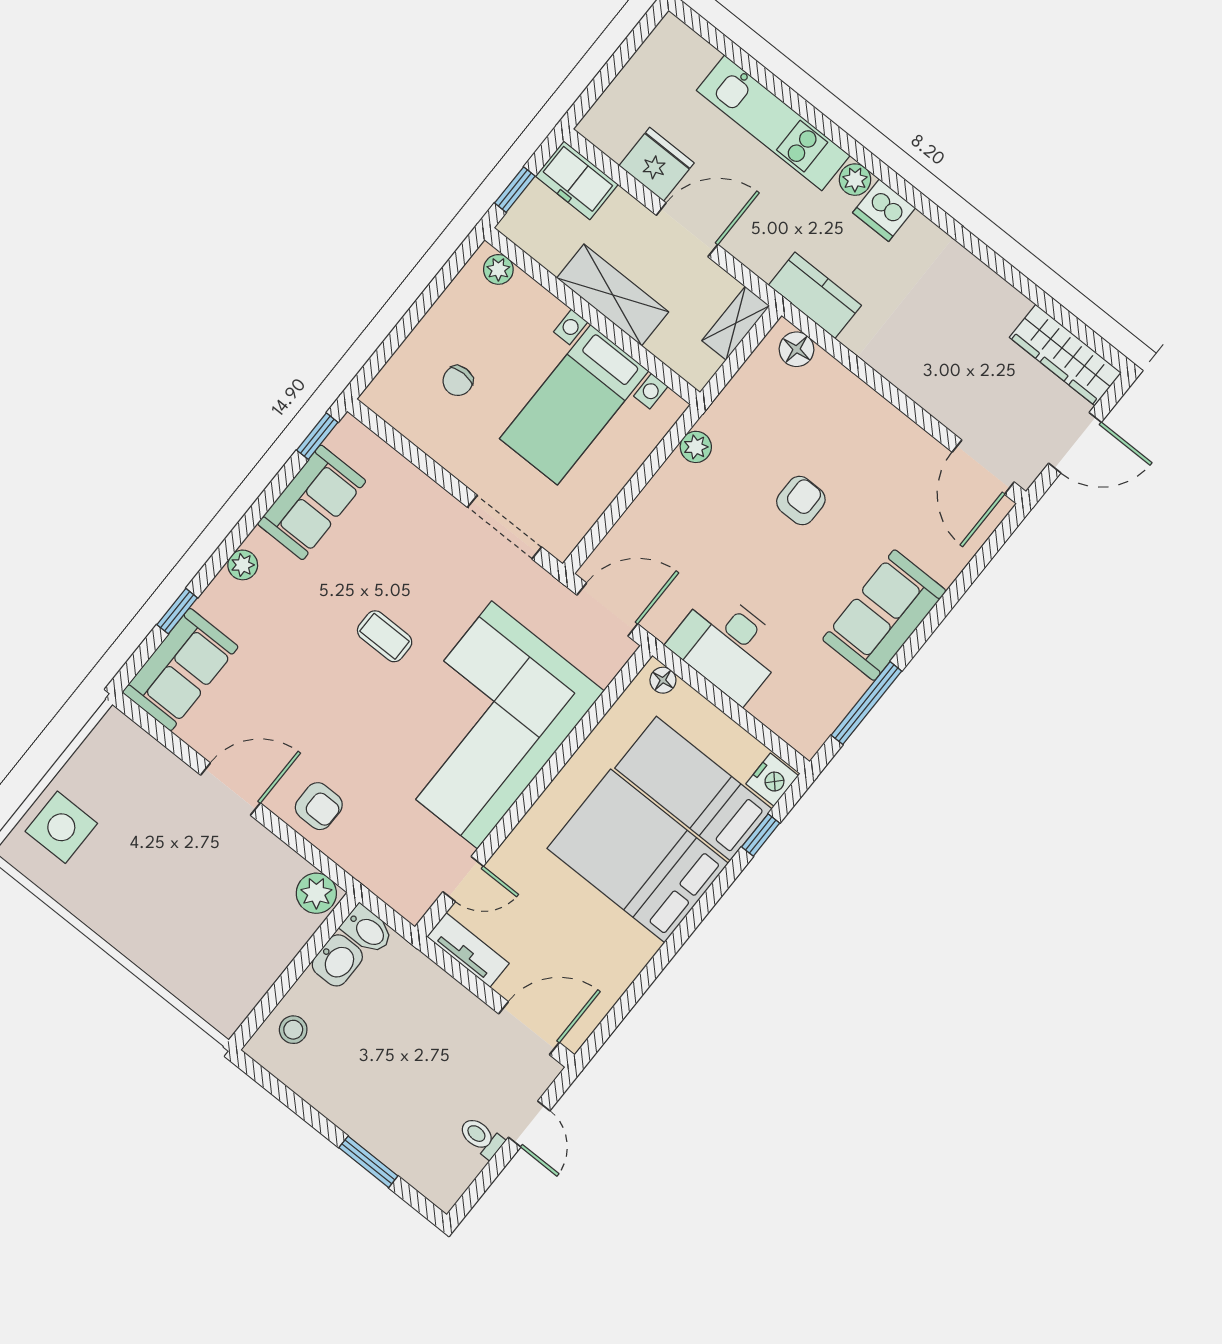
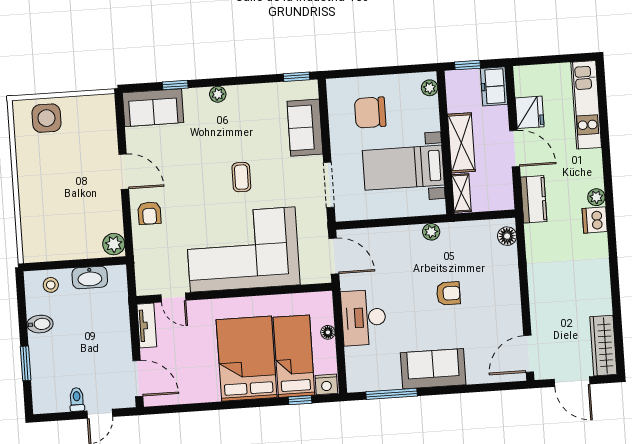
kitchen unit: (773, 123) -> (586, 105), moved
kitchen counter: (815, 295) -> (534, 199), moved
shelving: (736, 323) -> (461, 193), moved, turned 90
chair: (458, 381) -> (370, 112), width x1.87, depth x1.87
sofa: (312, 502) -> (305, 128), moved, turned 90
floor lamp: (663, 680) -> (328, 332), moved
bidet: (367, 930) -> (40, 324), moved, turned -90
washbasin: (337, 960) -> (90, 277), width x1.38

